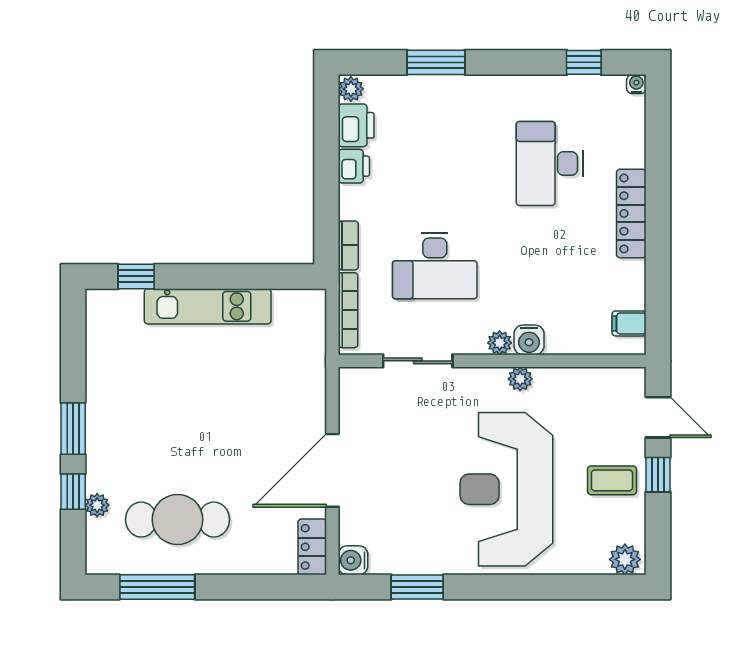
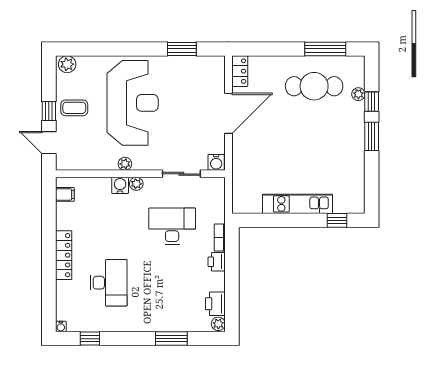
printer: (354, 166) -> (217, 262), moved
bookcase: (348, 310) -> (220, 202), removed
water cooler: (353, 560) -> (216, 162), moved, turned 90

